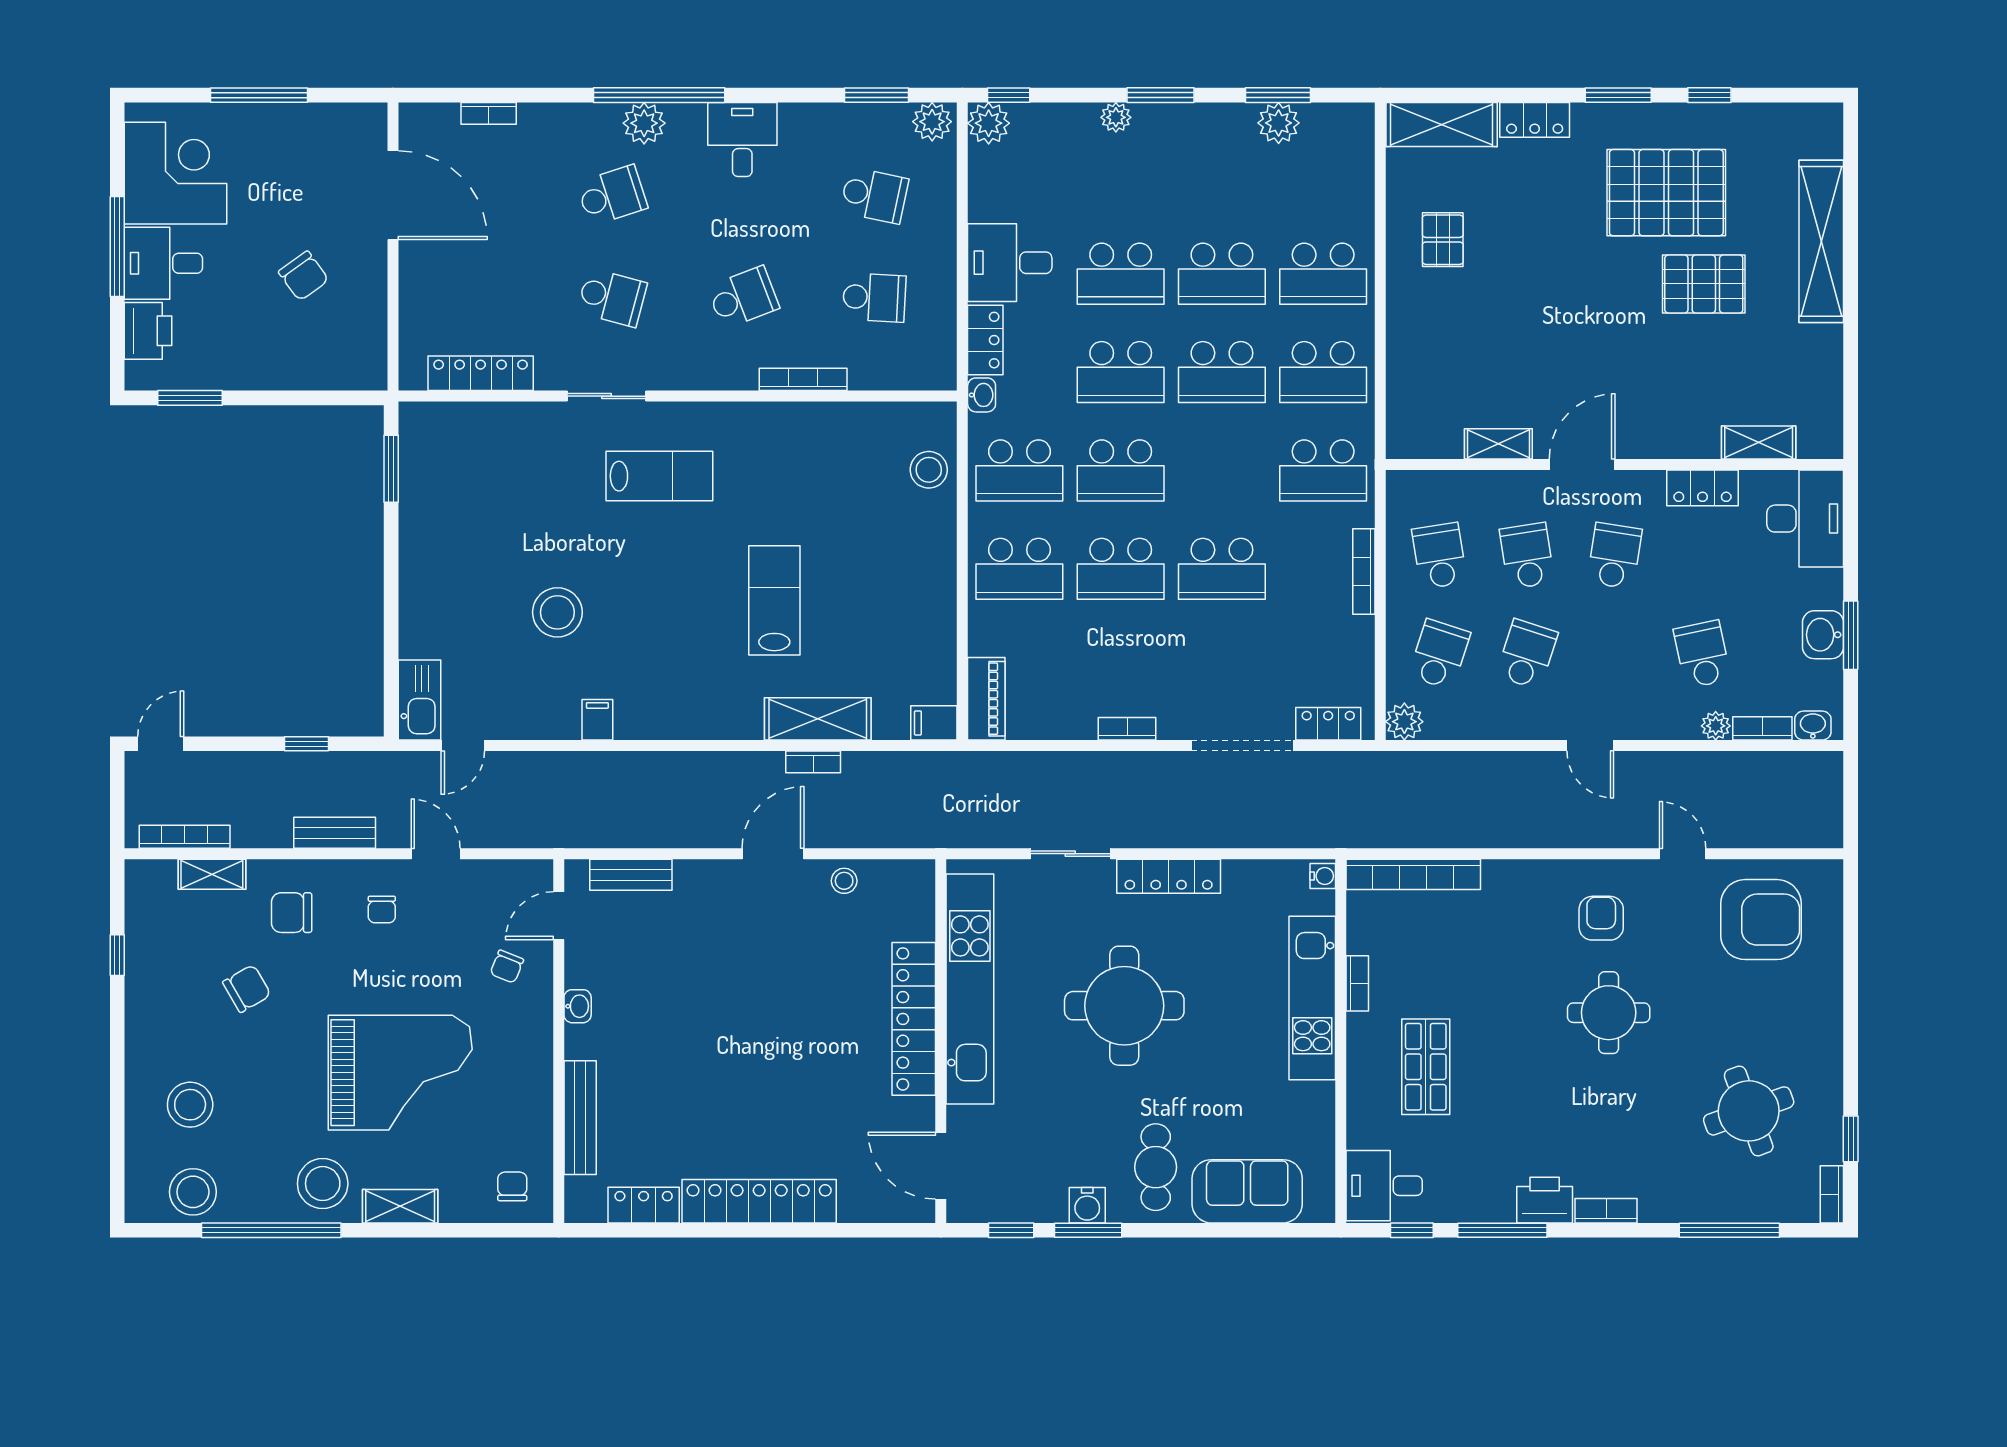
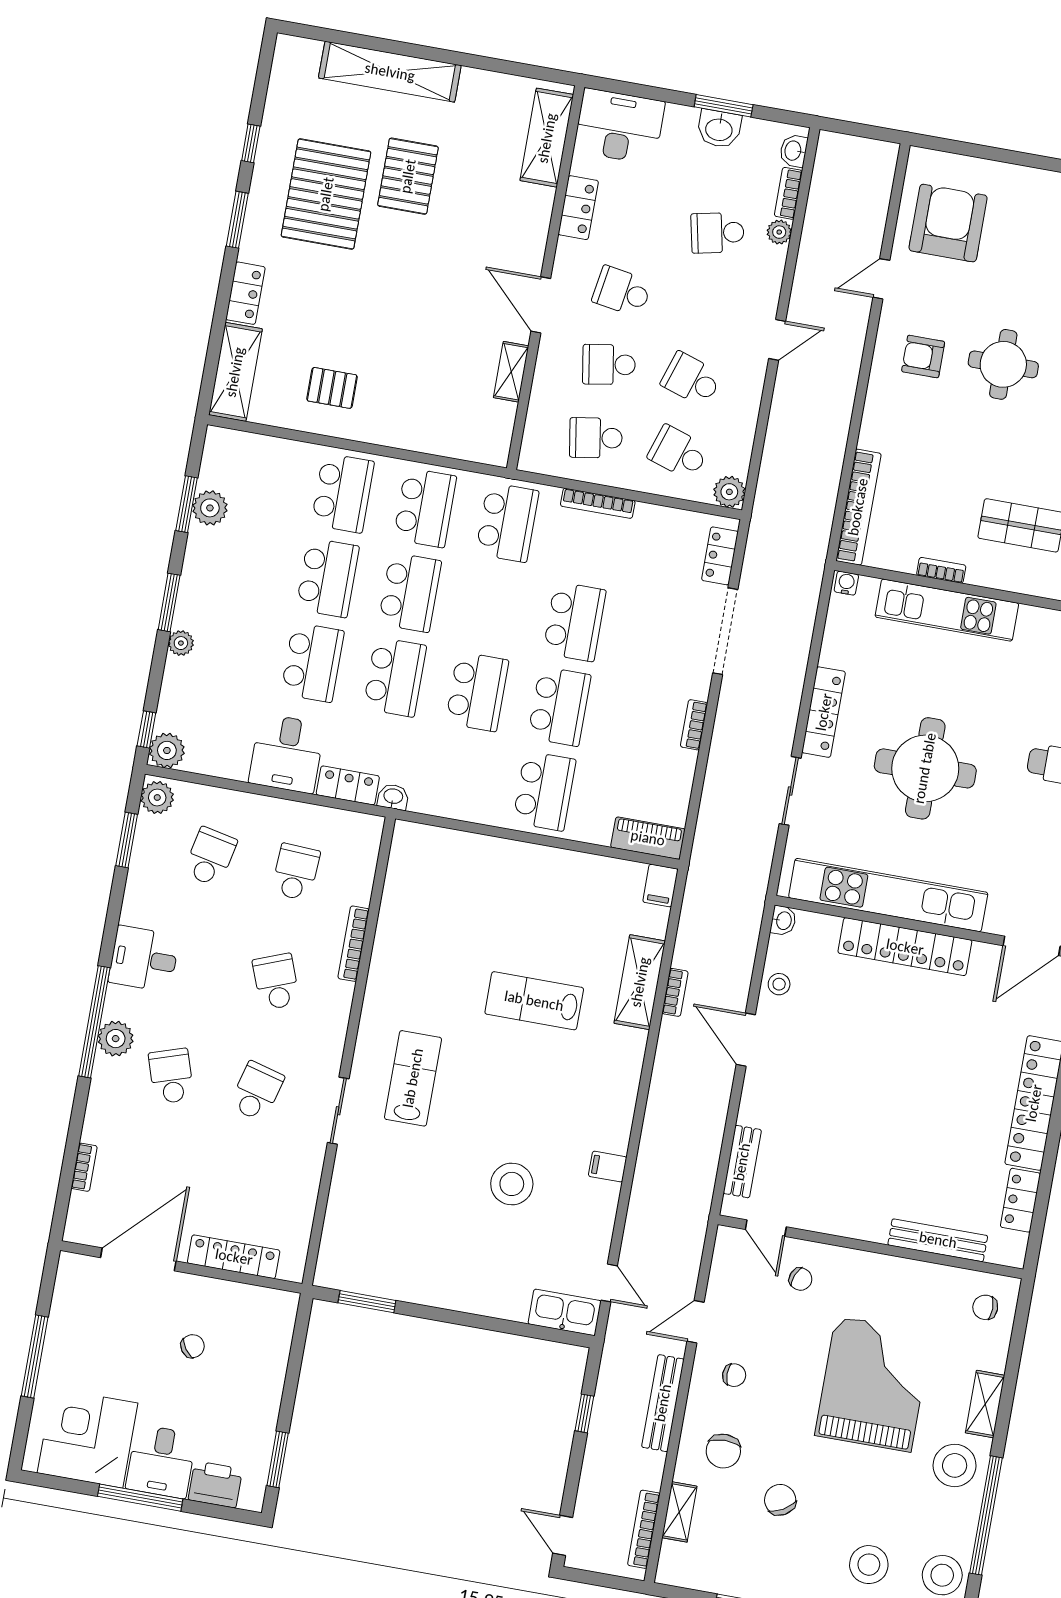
chair: (304, 276) -> (193, 1346), width x0.73, depth x0.73
locker: (481, 373) -> (234, 1257), moved, turned 90
shelving: (1759, 442) -> (547, 138), width x1.50, depth x1.33
stool: (929, 470) -> (448, 852), removed
school desk: (1019, 470) -> (462, 776), removed
bench: (335, 833) -> (663, 1403), width x1.36
washbasin: (578, 1006) -> (783, 921), moved, turned 90

